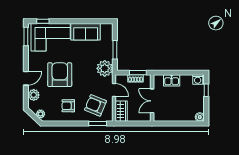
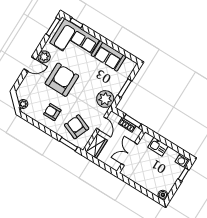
plant: (34, 95) -> (44, 57), moved

